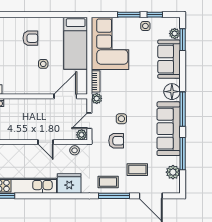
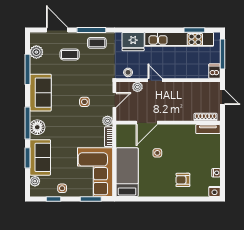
window: (129, 15) -> (91, 199), moved
armchair: (30, 38) -> (183, 180), moved
window: (183, 40) -> (27, 158), moved
door: (65, 96) -> (147, 123), moved
window: (183, 109) -> (27, 123), moved
sofa: (169, 129) -> (40, 93), width x0.73
plant: (82, 135) -> (137, 87), moved
armchair: (116, 141) -> (89, 81), removed

